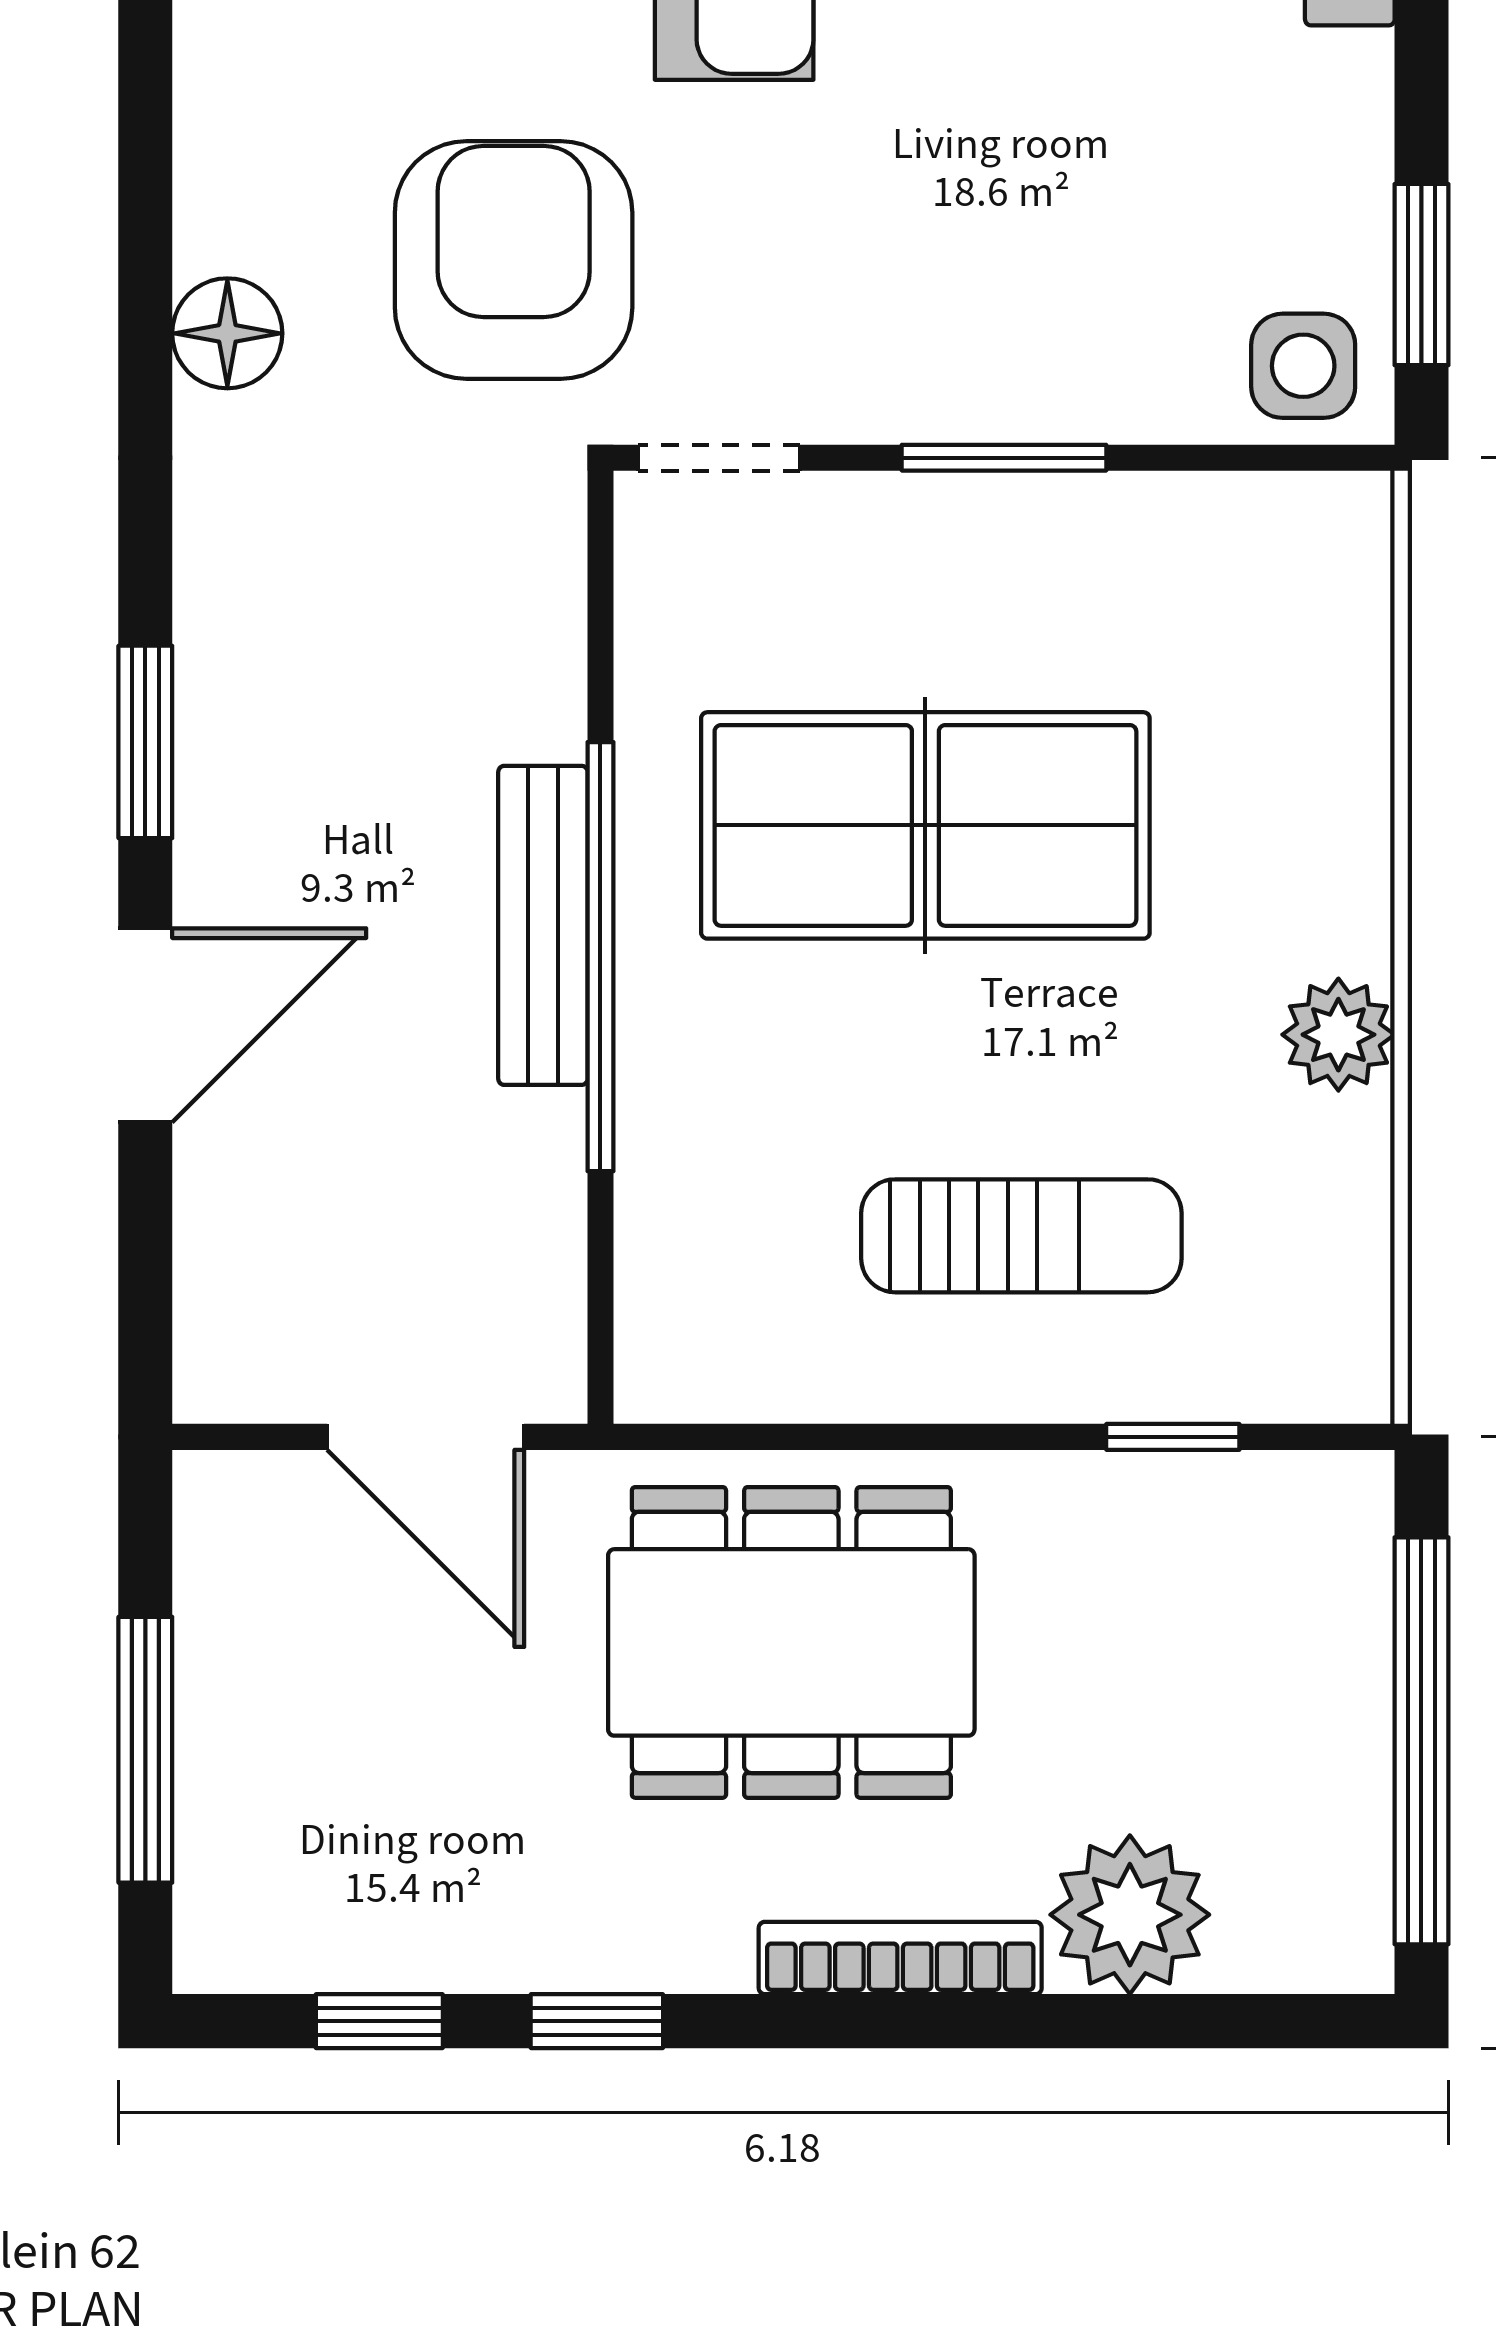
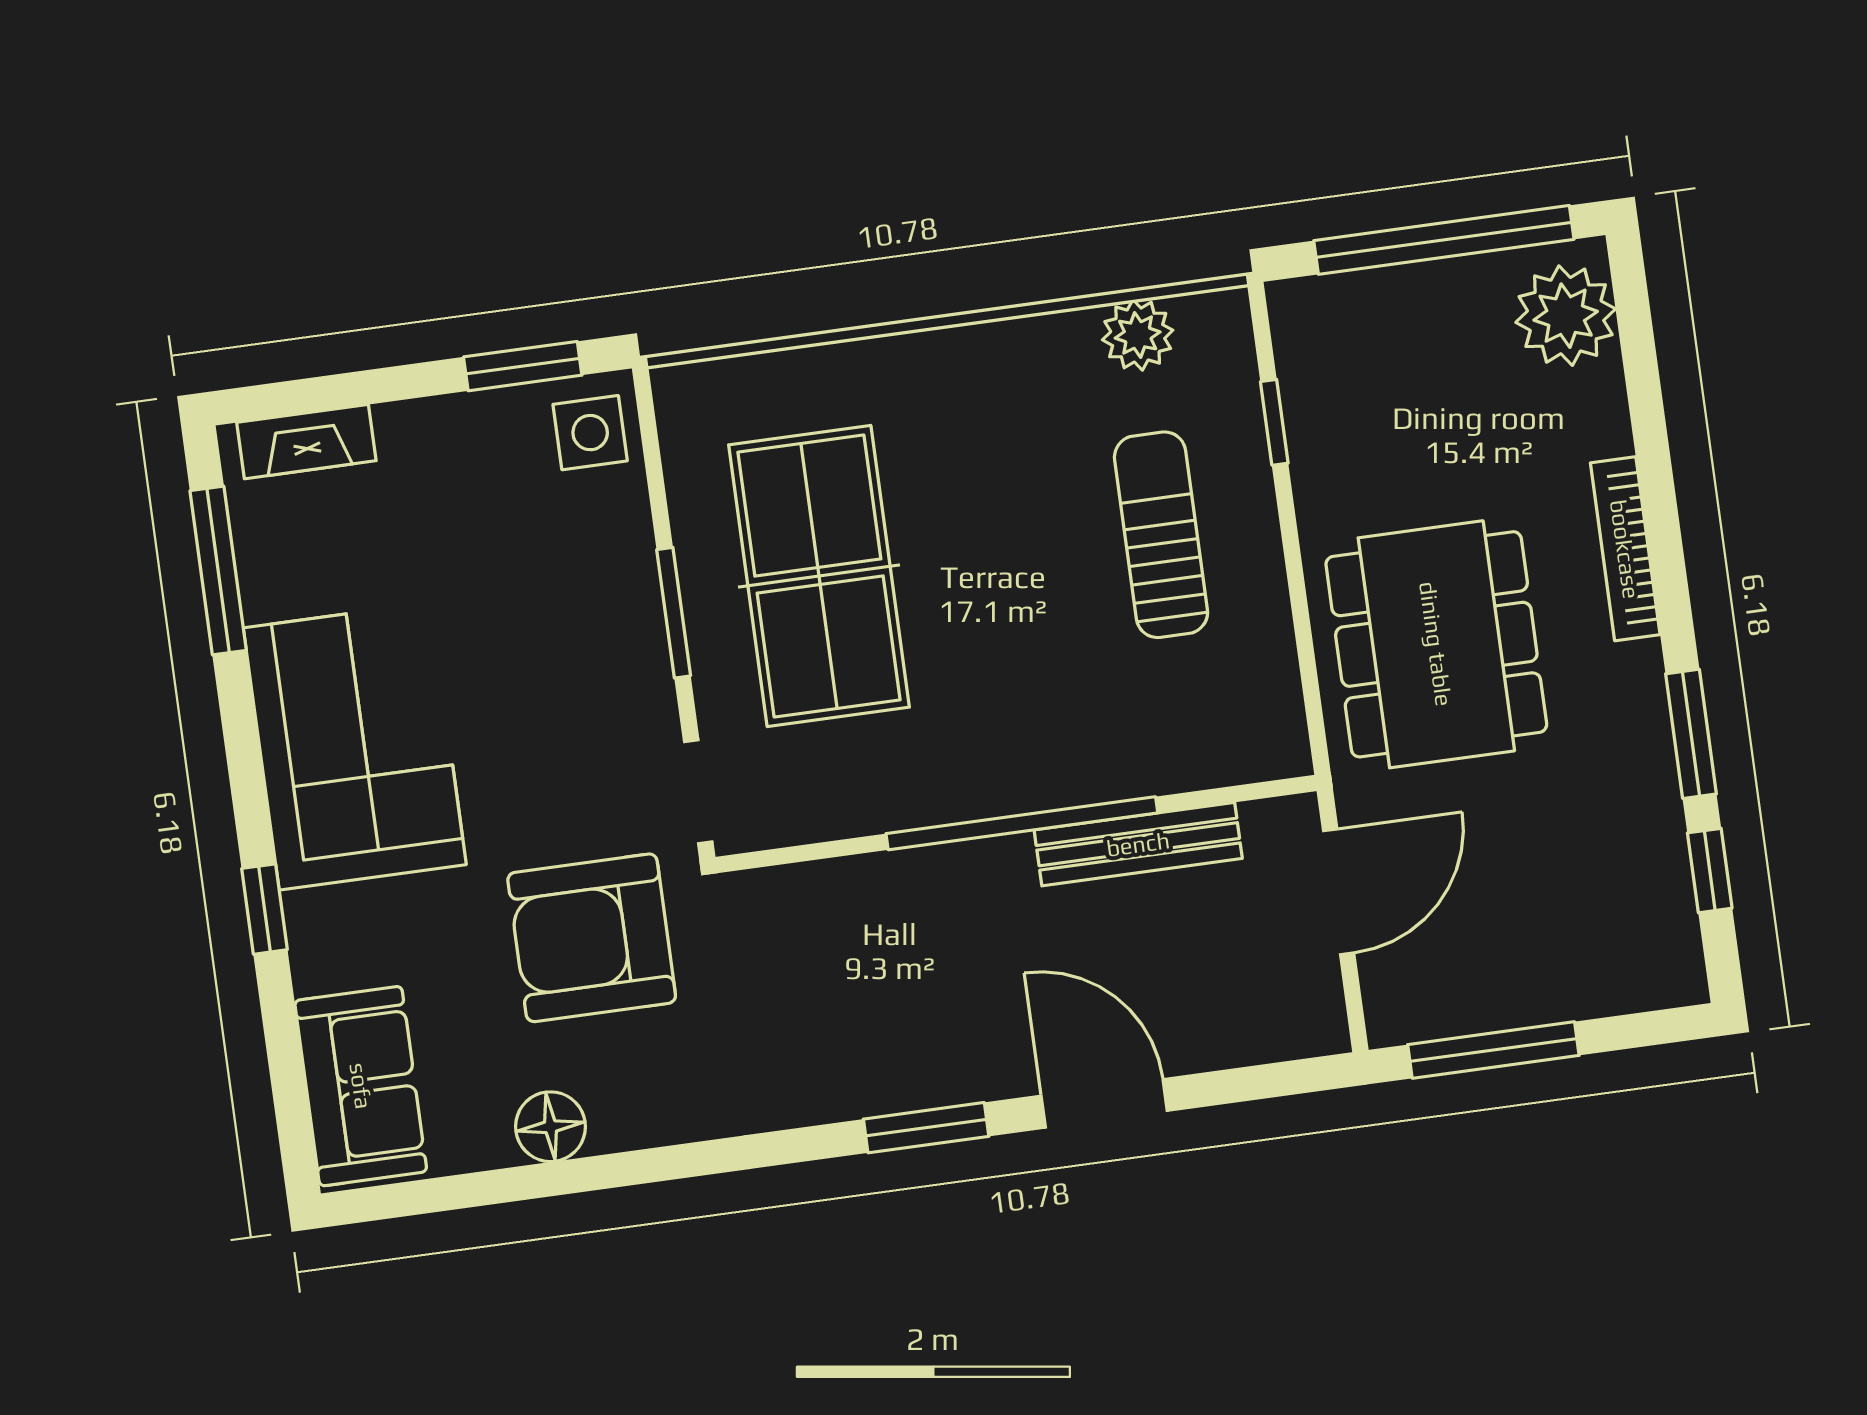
floor lamp: (227, 333) -> (550, 1127), moved
table tennis table: (925, 825) -> (819, 576), moved
bench: (543, 925) -> (1138, 844), moved
plant: (1338, 1035) -> (1138, 335), moved
window: (145, 1750) -> (1493, 1050), moved
plant: (1130, 1915) -> (1566, 316), moved
window: (597, 2021) -> (1691, 734), width x1.50

